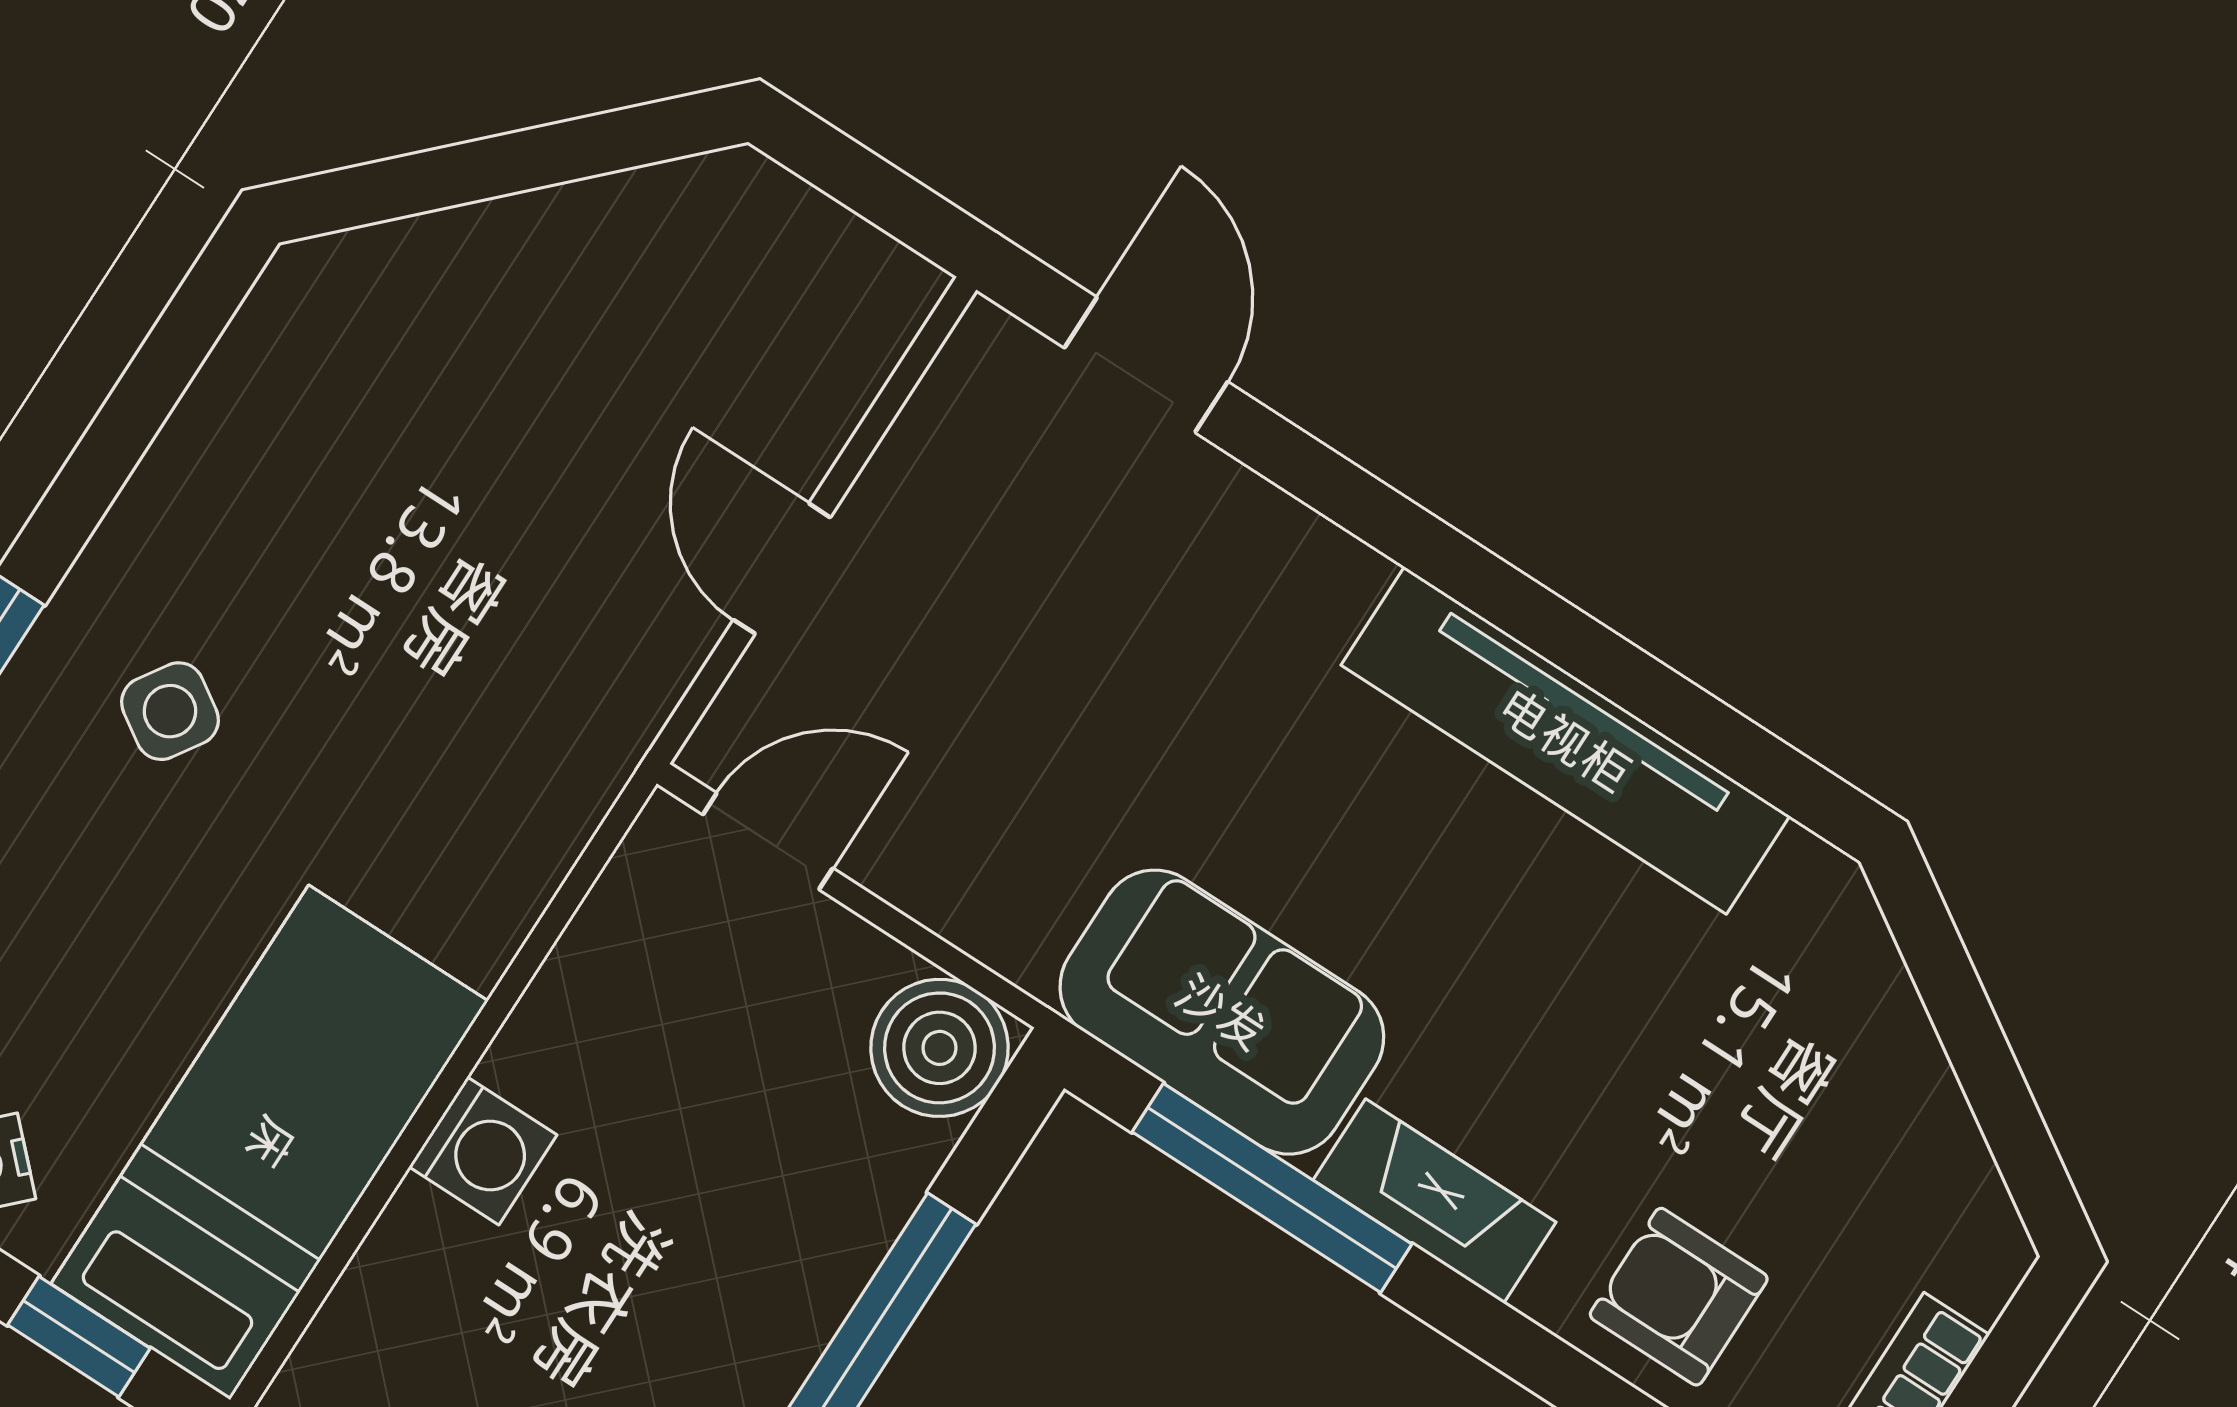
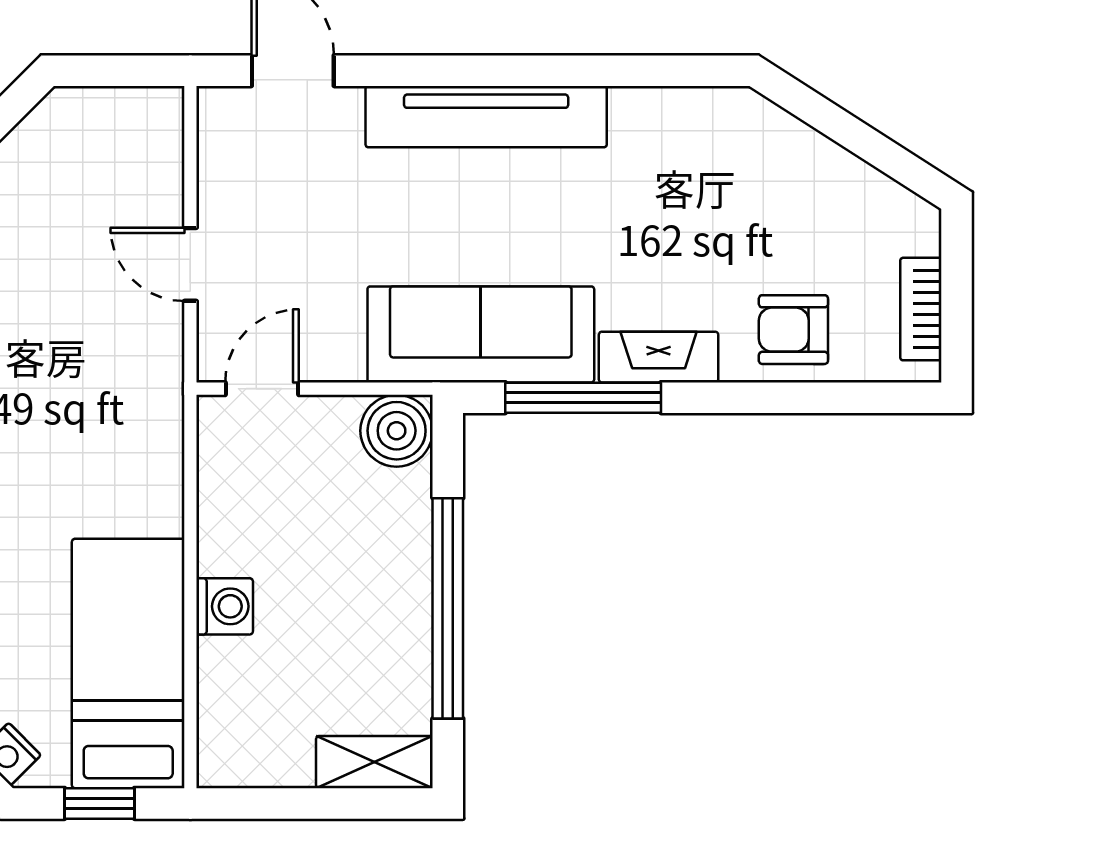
tv unit: (1565, 740) -> (486, 117), moved
sofa: (1222, 1012) -> (481, 334), width x1.36

